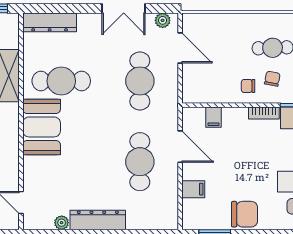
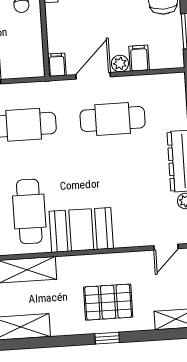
filing cabinet: (213, 117) -> (57, 65), moved, turned -90
plant: (190, 172) -> (120, 64), added

